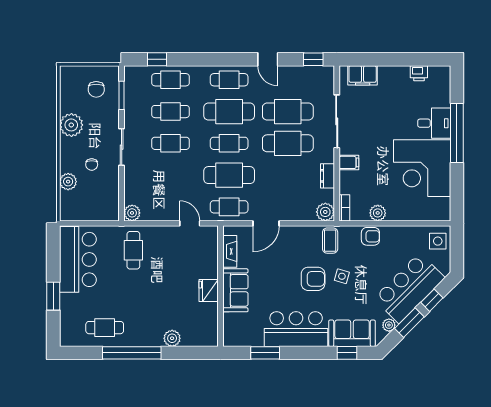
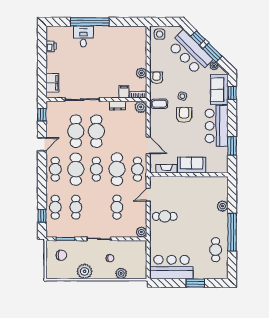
cafe table: (170, 143) -> (117, 207), moved
filing cabinet: (349, 162) -> (124, 92), moved
corner desk: (422, 168) -> (112, 44), removed
cafe table: (133, 250) -> (165, 216), moved
fridge: (209, 290) -> (192, 182), removed

